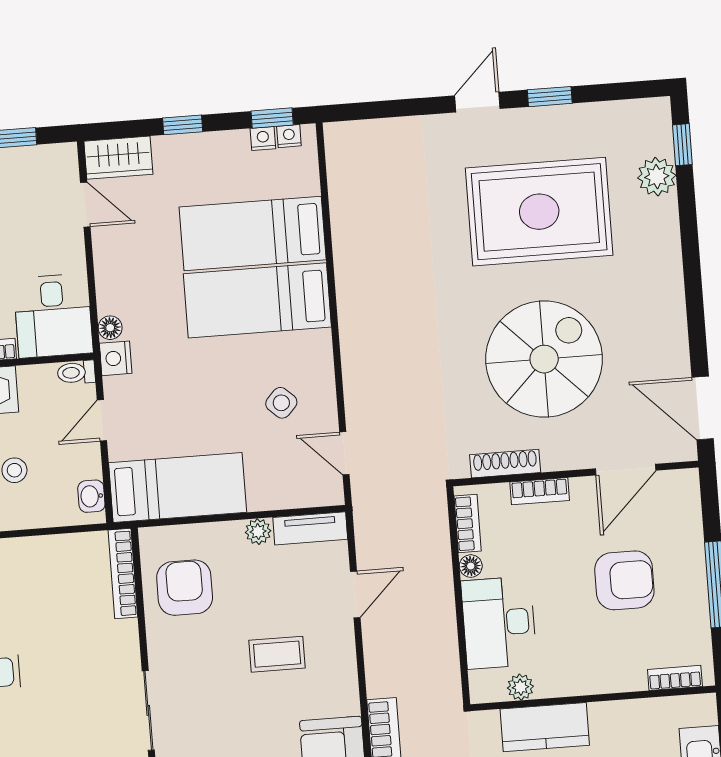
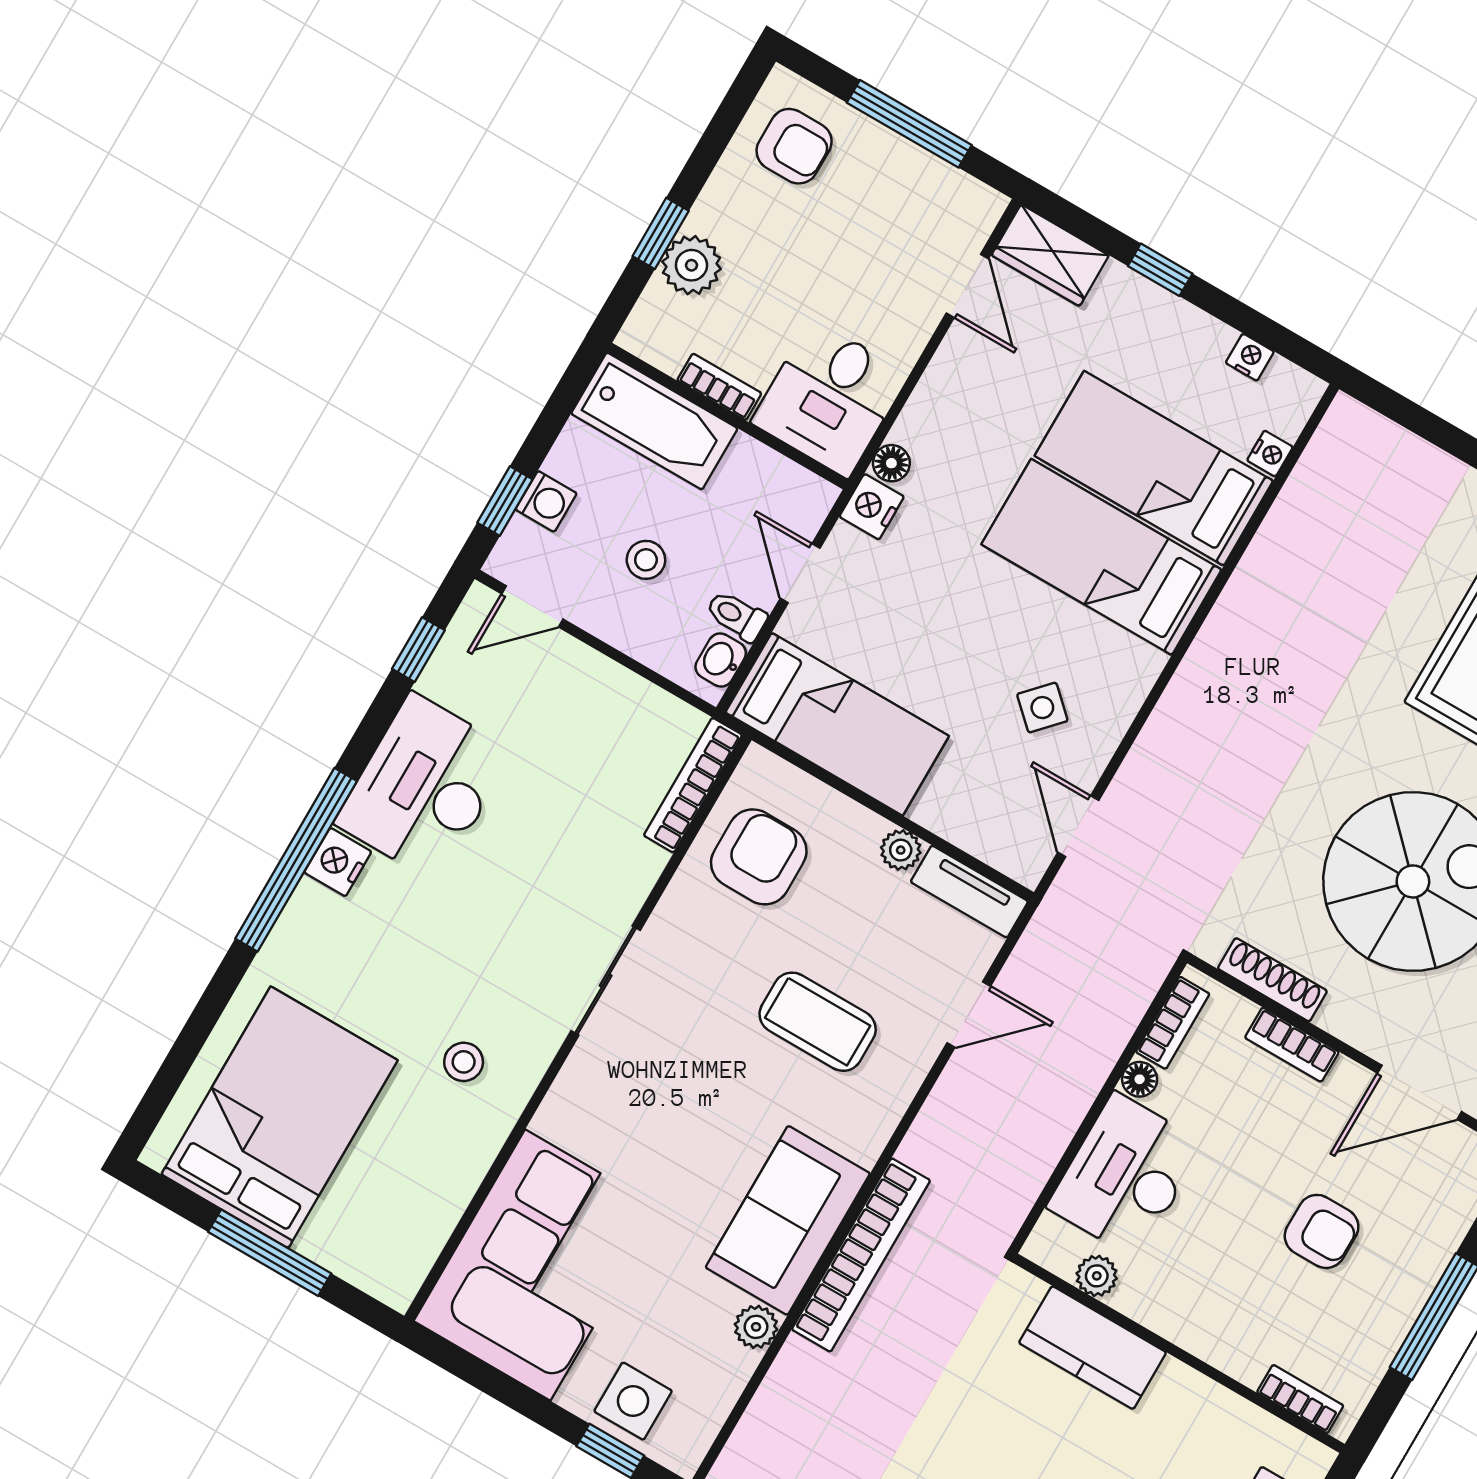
window: (272, 118) -> (1279, 339), removed
nightstand: (289, 136) -> (1270, 454), moved, turned 90
toilet: (76, 372) -> (736, 616), moved
door: (102, 420) -> (800, 573), hinge flipped
armchair: (624, 580) -> (1322, 1231), width x0.72, depth x0.72
coffee table: (277, 654) -> (818, 1022), width x1.36, depth x1.30

